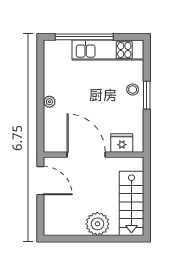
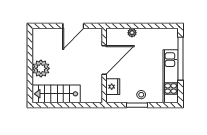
fridge: (122, 143) -> (113, 87), moved
door: (86, 155) -> (104, 60), moved
wall: (94, 155) -> (104, 66), moved

